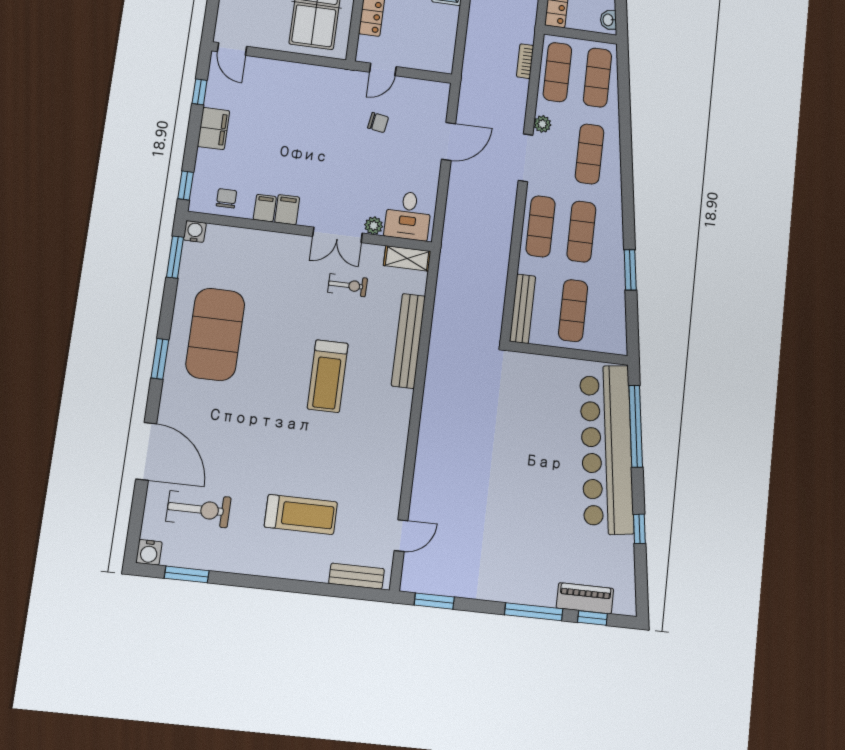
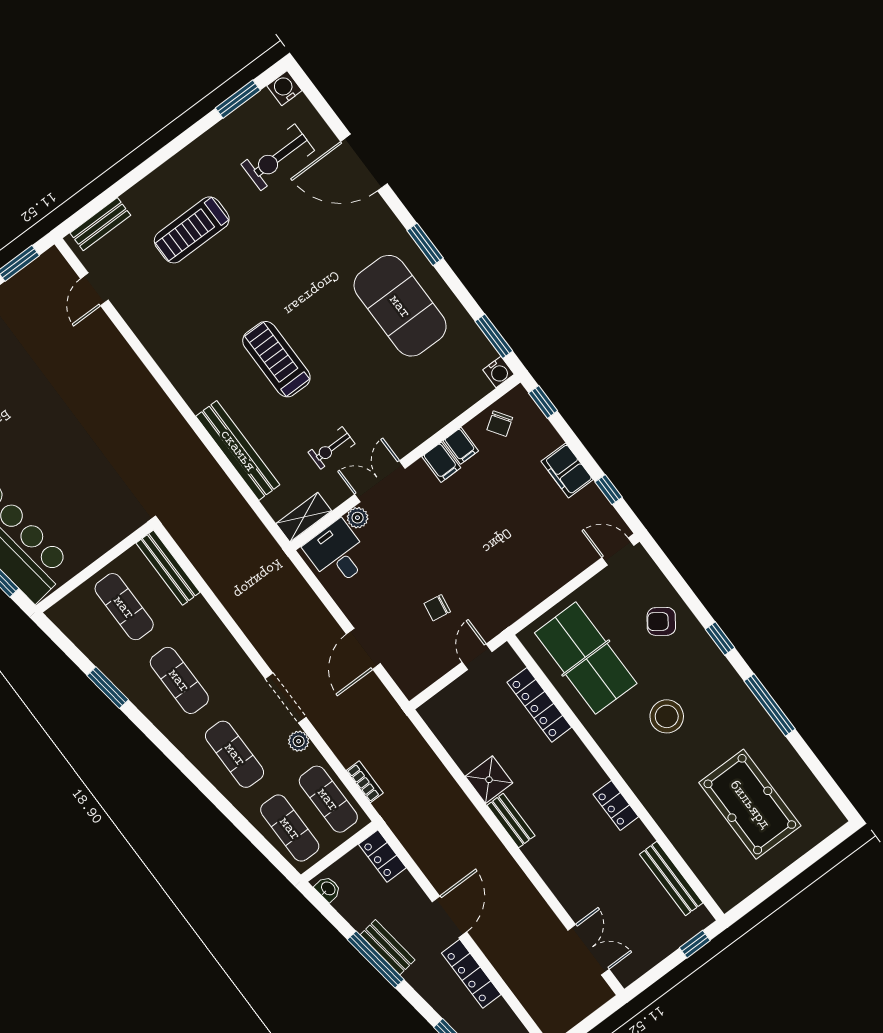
chair: (226, 198) -> (500, 424), turned 56
exercise mat: (541, 226) -> (218, 652), removed

